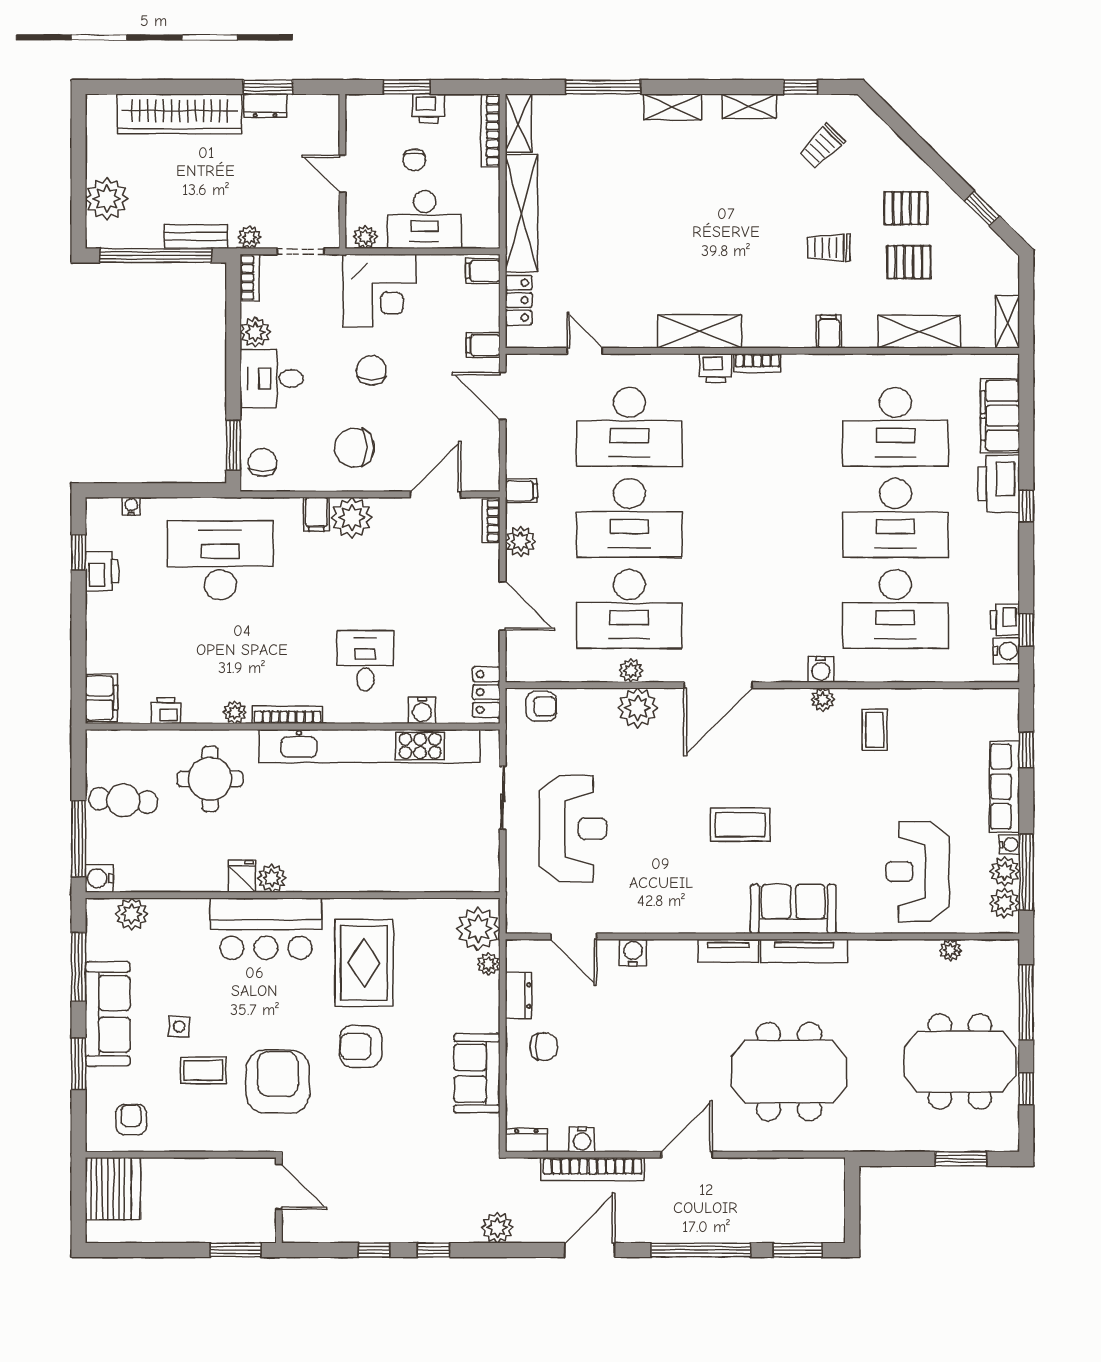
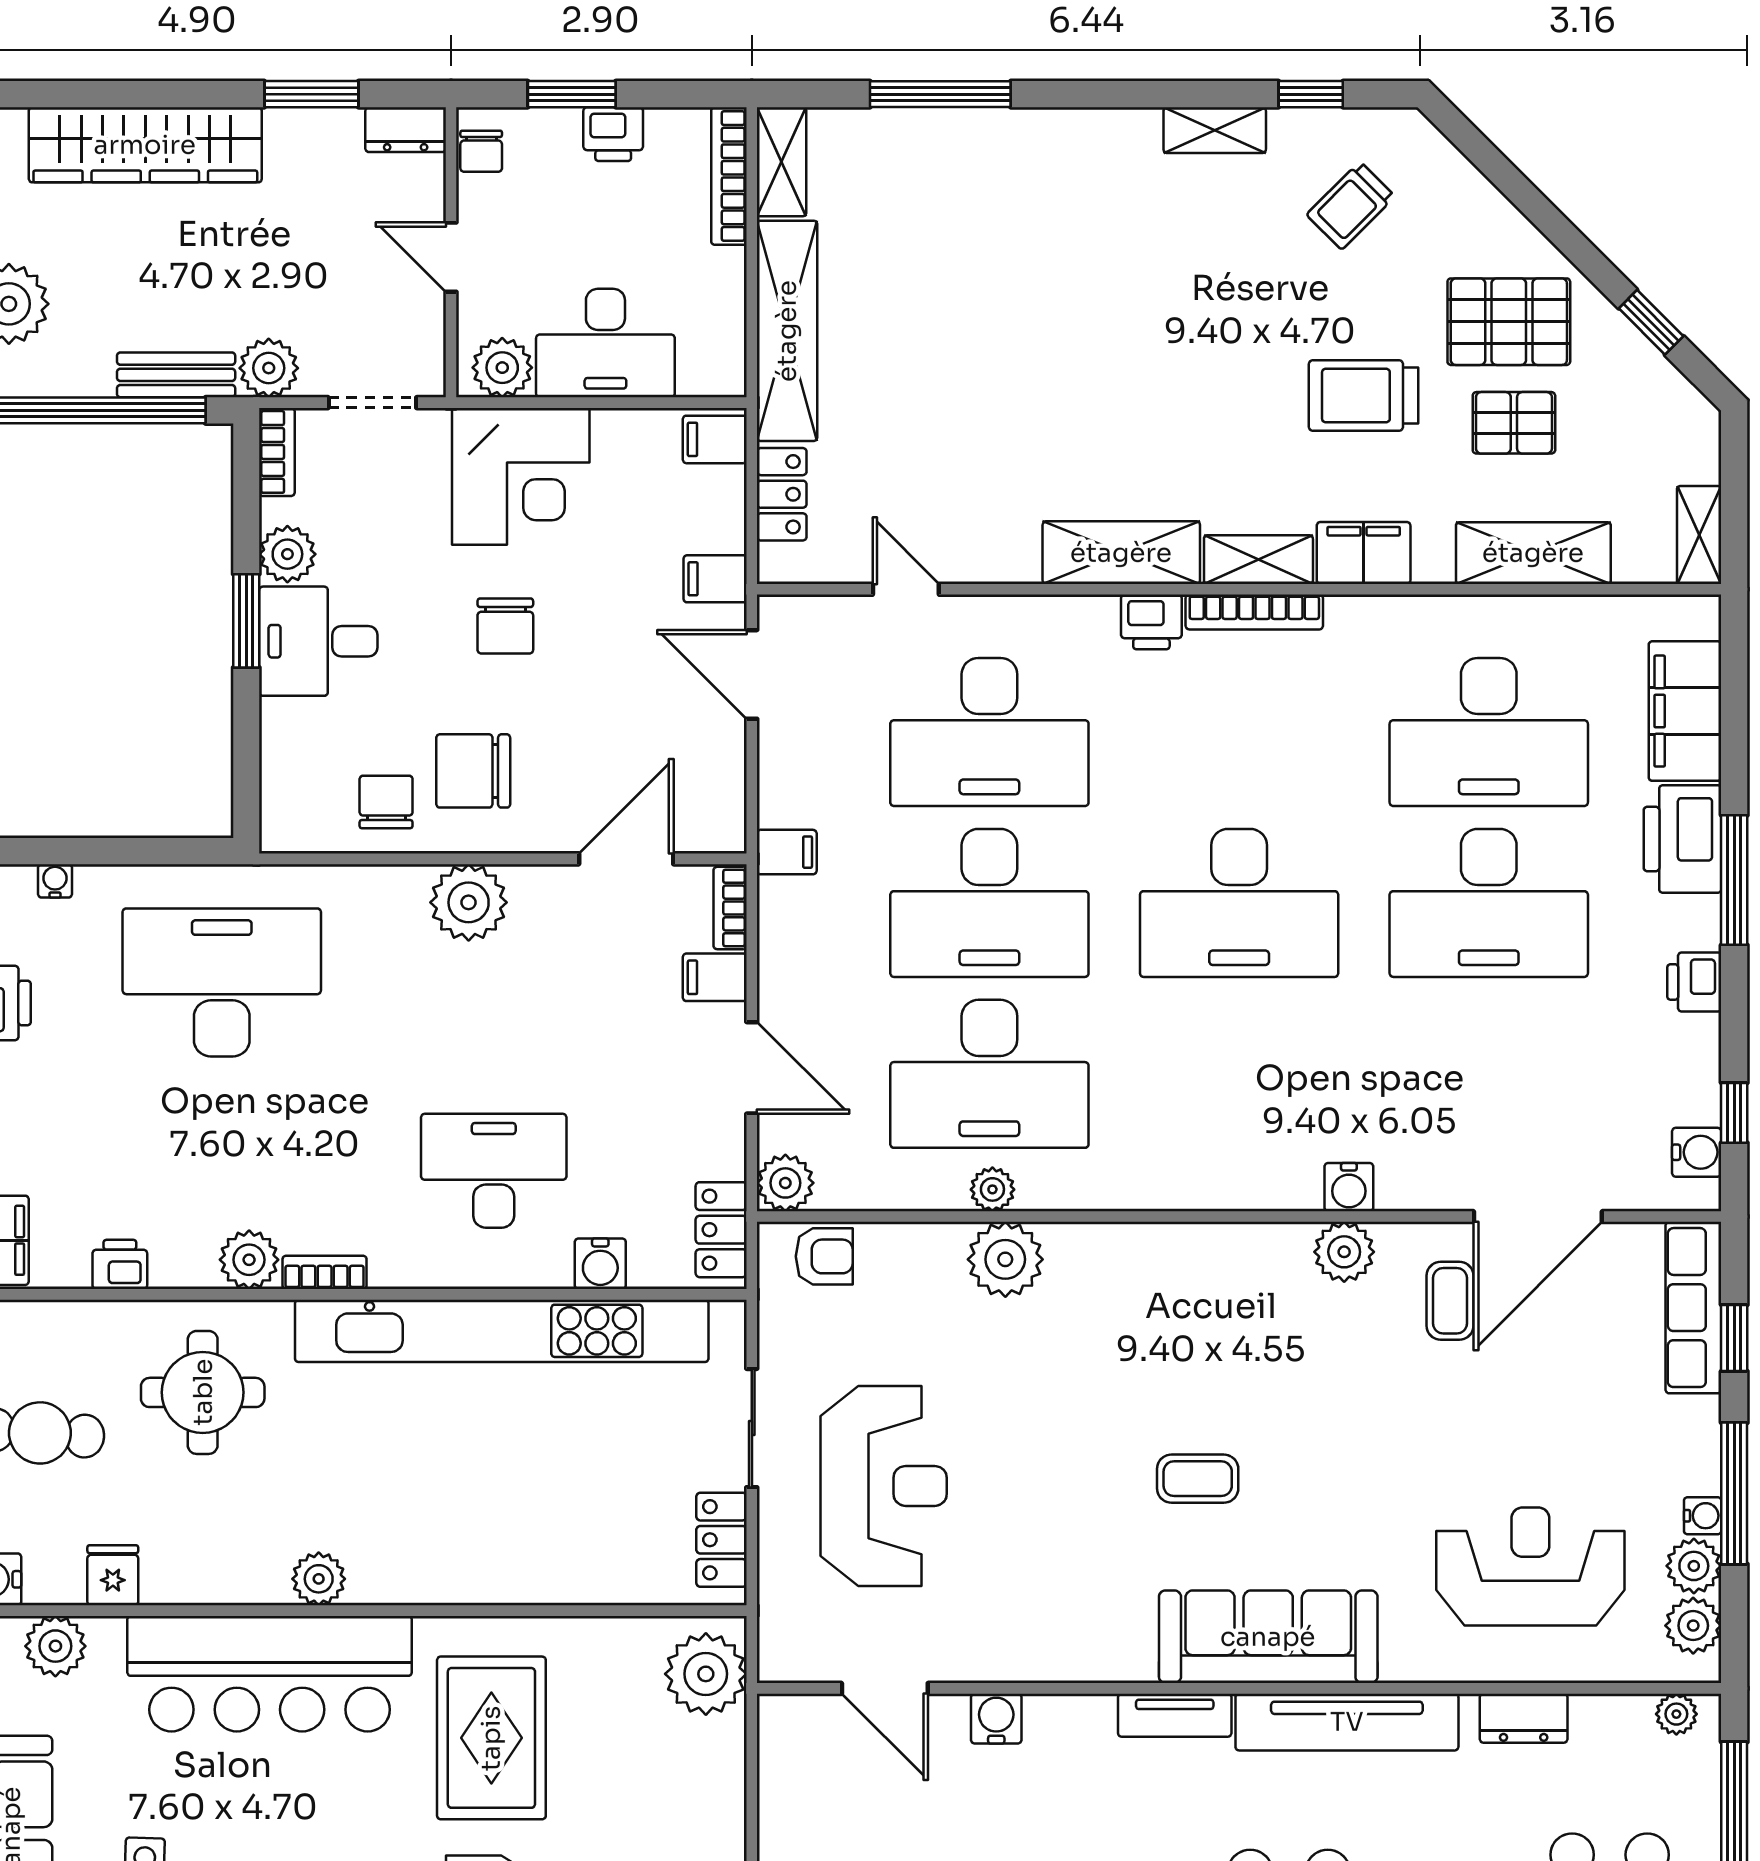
dresser: (265, 106) -> (406, 130), moved
shelving: (673, 107) -> (1258, 560), moved
chair: (414, 160) -> (481, 151), moved
pallet: (906, 208) -> (1509, 322), width x1.50, depth x1.42
plant: (250, 237) -> (269, 368), width x1.38, depth x1.38
plant: (365, 237) -> (502, 368), width x1.38, depth x1.38
trolley: (829, 248) -> (1364, 396), width x1.36, depth x1.39
filing cabinet: (829, 331) -> (1364, 553), width x2.00
bookcase: (757, 363) -> (1254, 612), width x1.56
chair: (371, 370) -> (505, 626), turned 180
window: (233, 445) -> (246, 621), moved
chair: (262, 463) -> (386, 802), moved
window: (1026, 506) -> (1734, 880), width x2.17
filing cabinet: (316, 514) -> (715, 977), moved, turned 90
plant: (521, 541) -> (785, 1183), moved
desk: (895, 609) -> (1239, 903), moved
printer: (1005, 620) -> (1694, 982), moved
desk: (365, 661) -> (494, 1171), width x1.37
door: (718, 685) -> (1538, 1217), moved
plant: (823, 699) -> (1344, 1252), width x1.38, depth x1.38
plant: (235, 712) -> (249, 1260), width x1.38, depth x1.38
bookcase: (288, 715) -> (325, 1272), width x0.64
row of seats: (1004, 787) -> (1693, 1308), moved
coffee table: (740, 825) -> (1198, 1479), width x0.73, depth x0.77
locker: (486, 857) -> (721, 1540), added
reception desk: (918, 872) -> (1530, 1566), turned 90
window: (1026, 872) -> (1734, 1493), moved
fridge: (242, 876) -> (113, 1575), moved
sofa: (793, 909) -> (1268, 1637), width x1.36
bar counter: (266, 929) -> (270, 1674), width x1.36
plant: (950, 950) -> (1676, 1714), moved
tv unit: (804, 951) -> (1347, 1722), width x1.36, depth x1.29
plant: (489, 964) -> (725, 1740), removed
dresser: (519, 996) -> (1524, 1718), moved, turned 90

